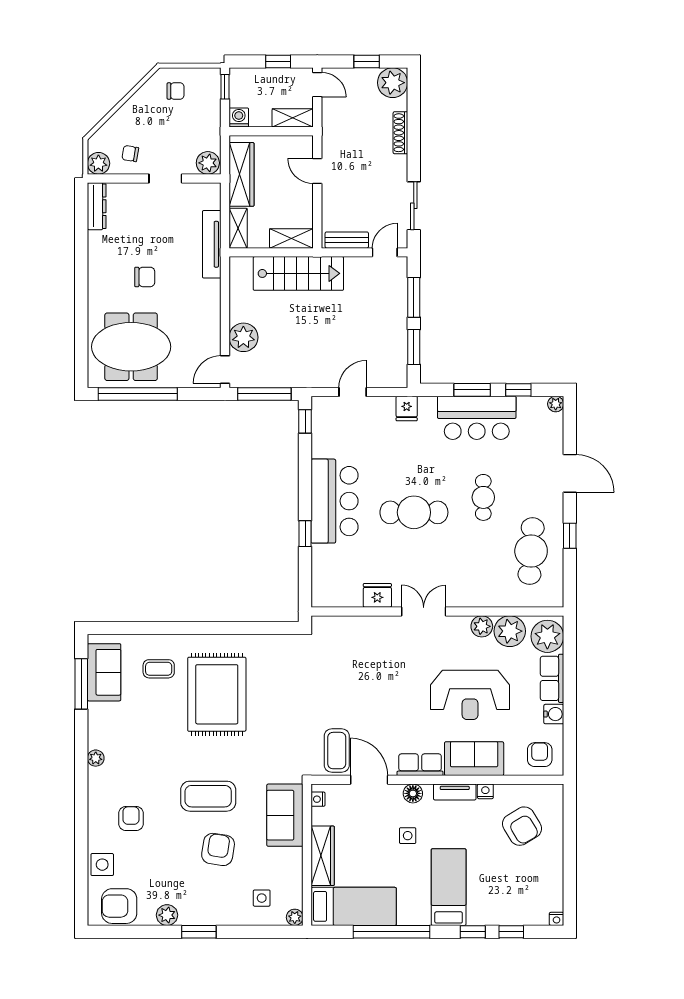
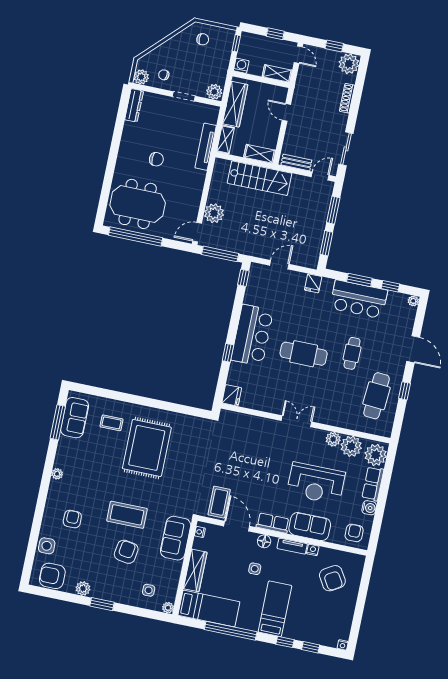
fridge: (377, 595) -> (232, 395), moved, turned 90

